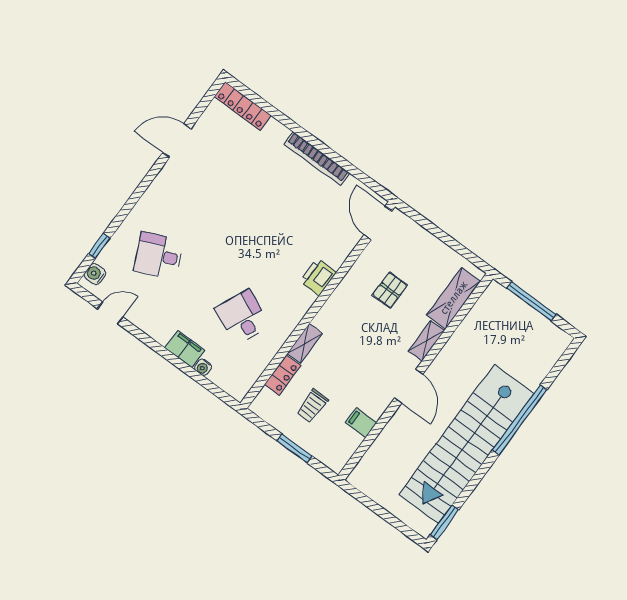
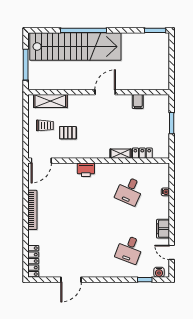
door: (177, 141) -> (71, 280), hinge flipped
desk: (159, 256) -> (129, 249), turned 45
shelving: (426, 341) -> (79, 99), removed
filing cabinet: (185, 349) -> (163, 229), moved
trolley: (312, 406) -> (45, 125), moved
stairs: (466, 444) -> (75, 47), moved

